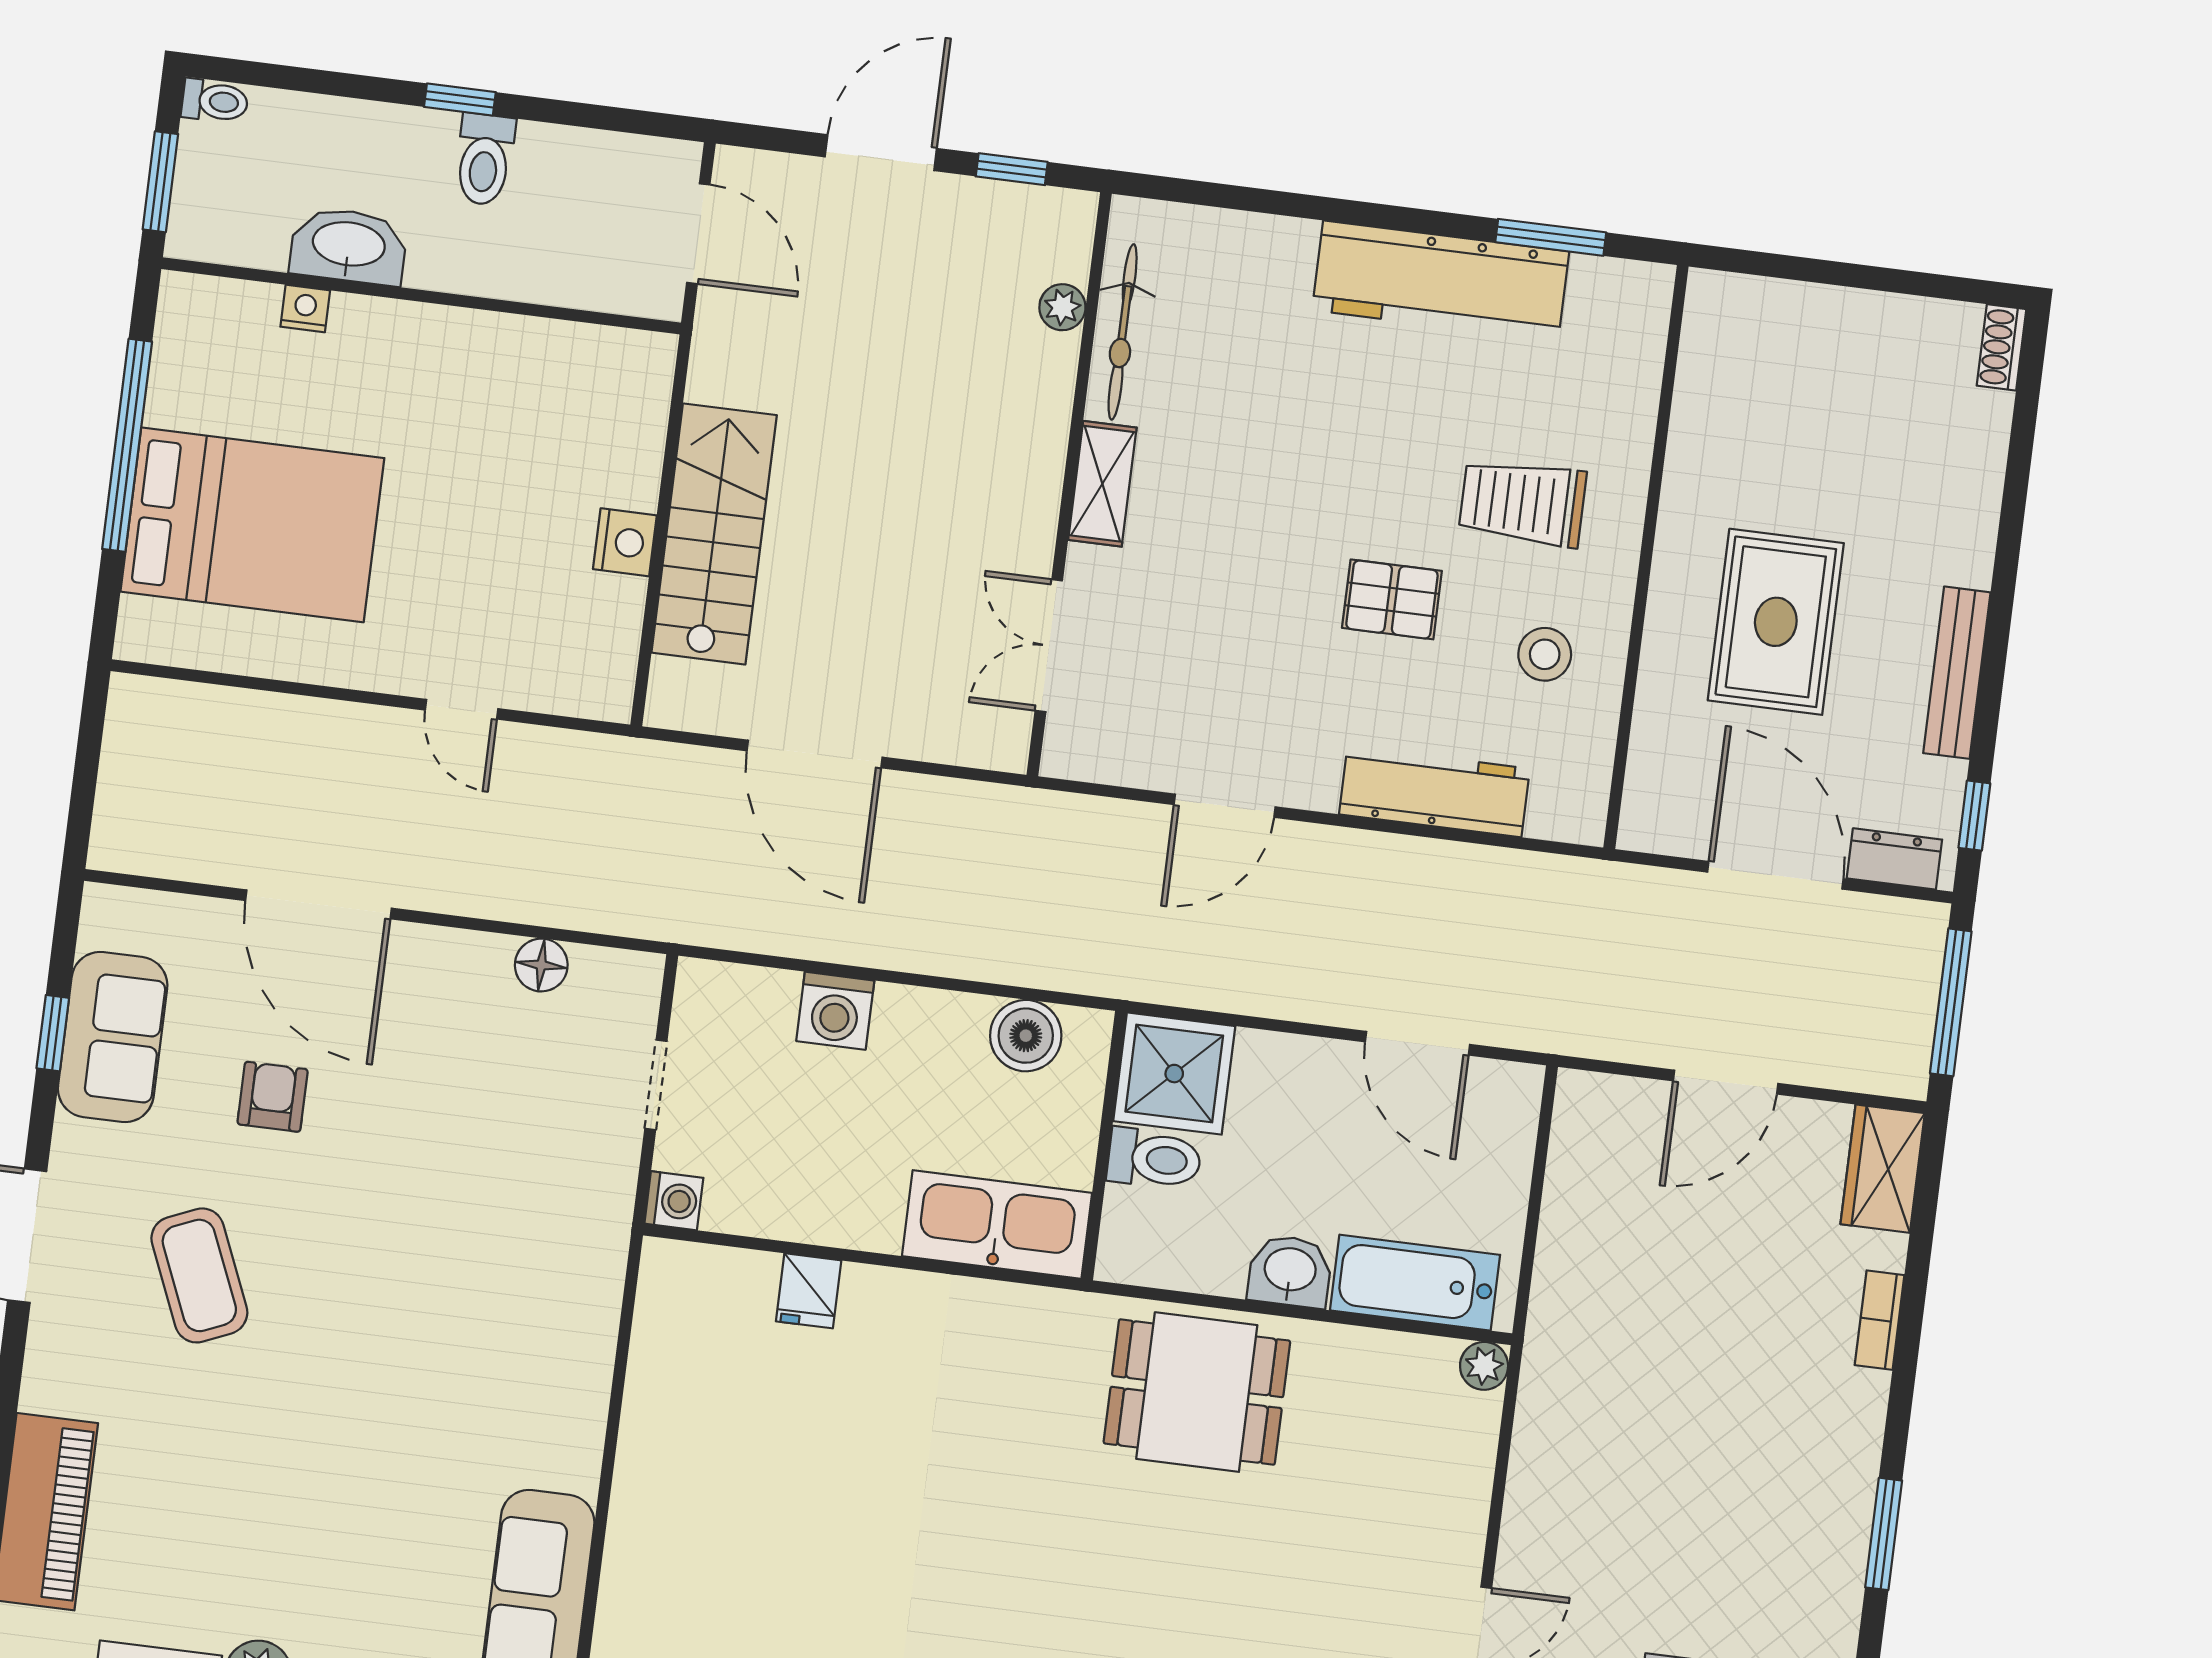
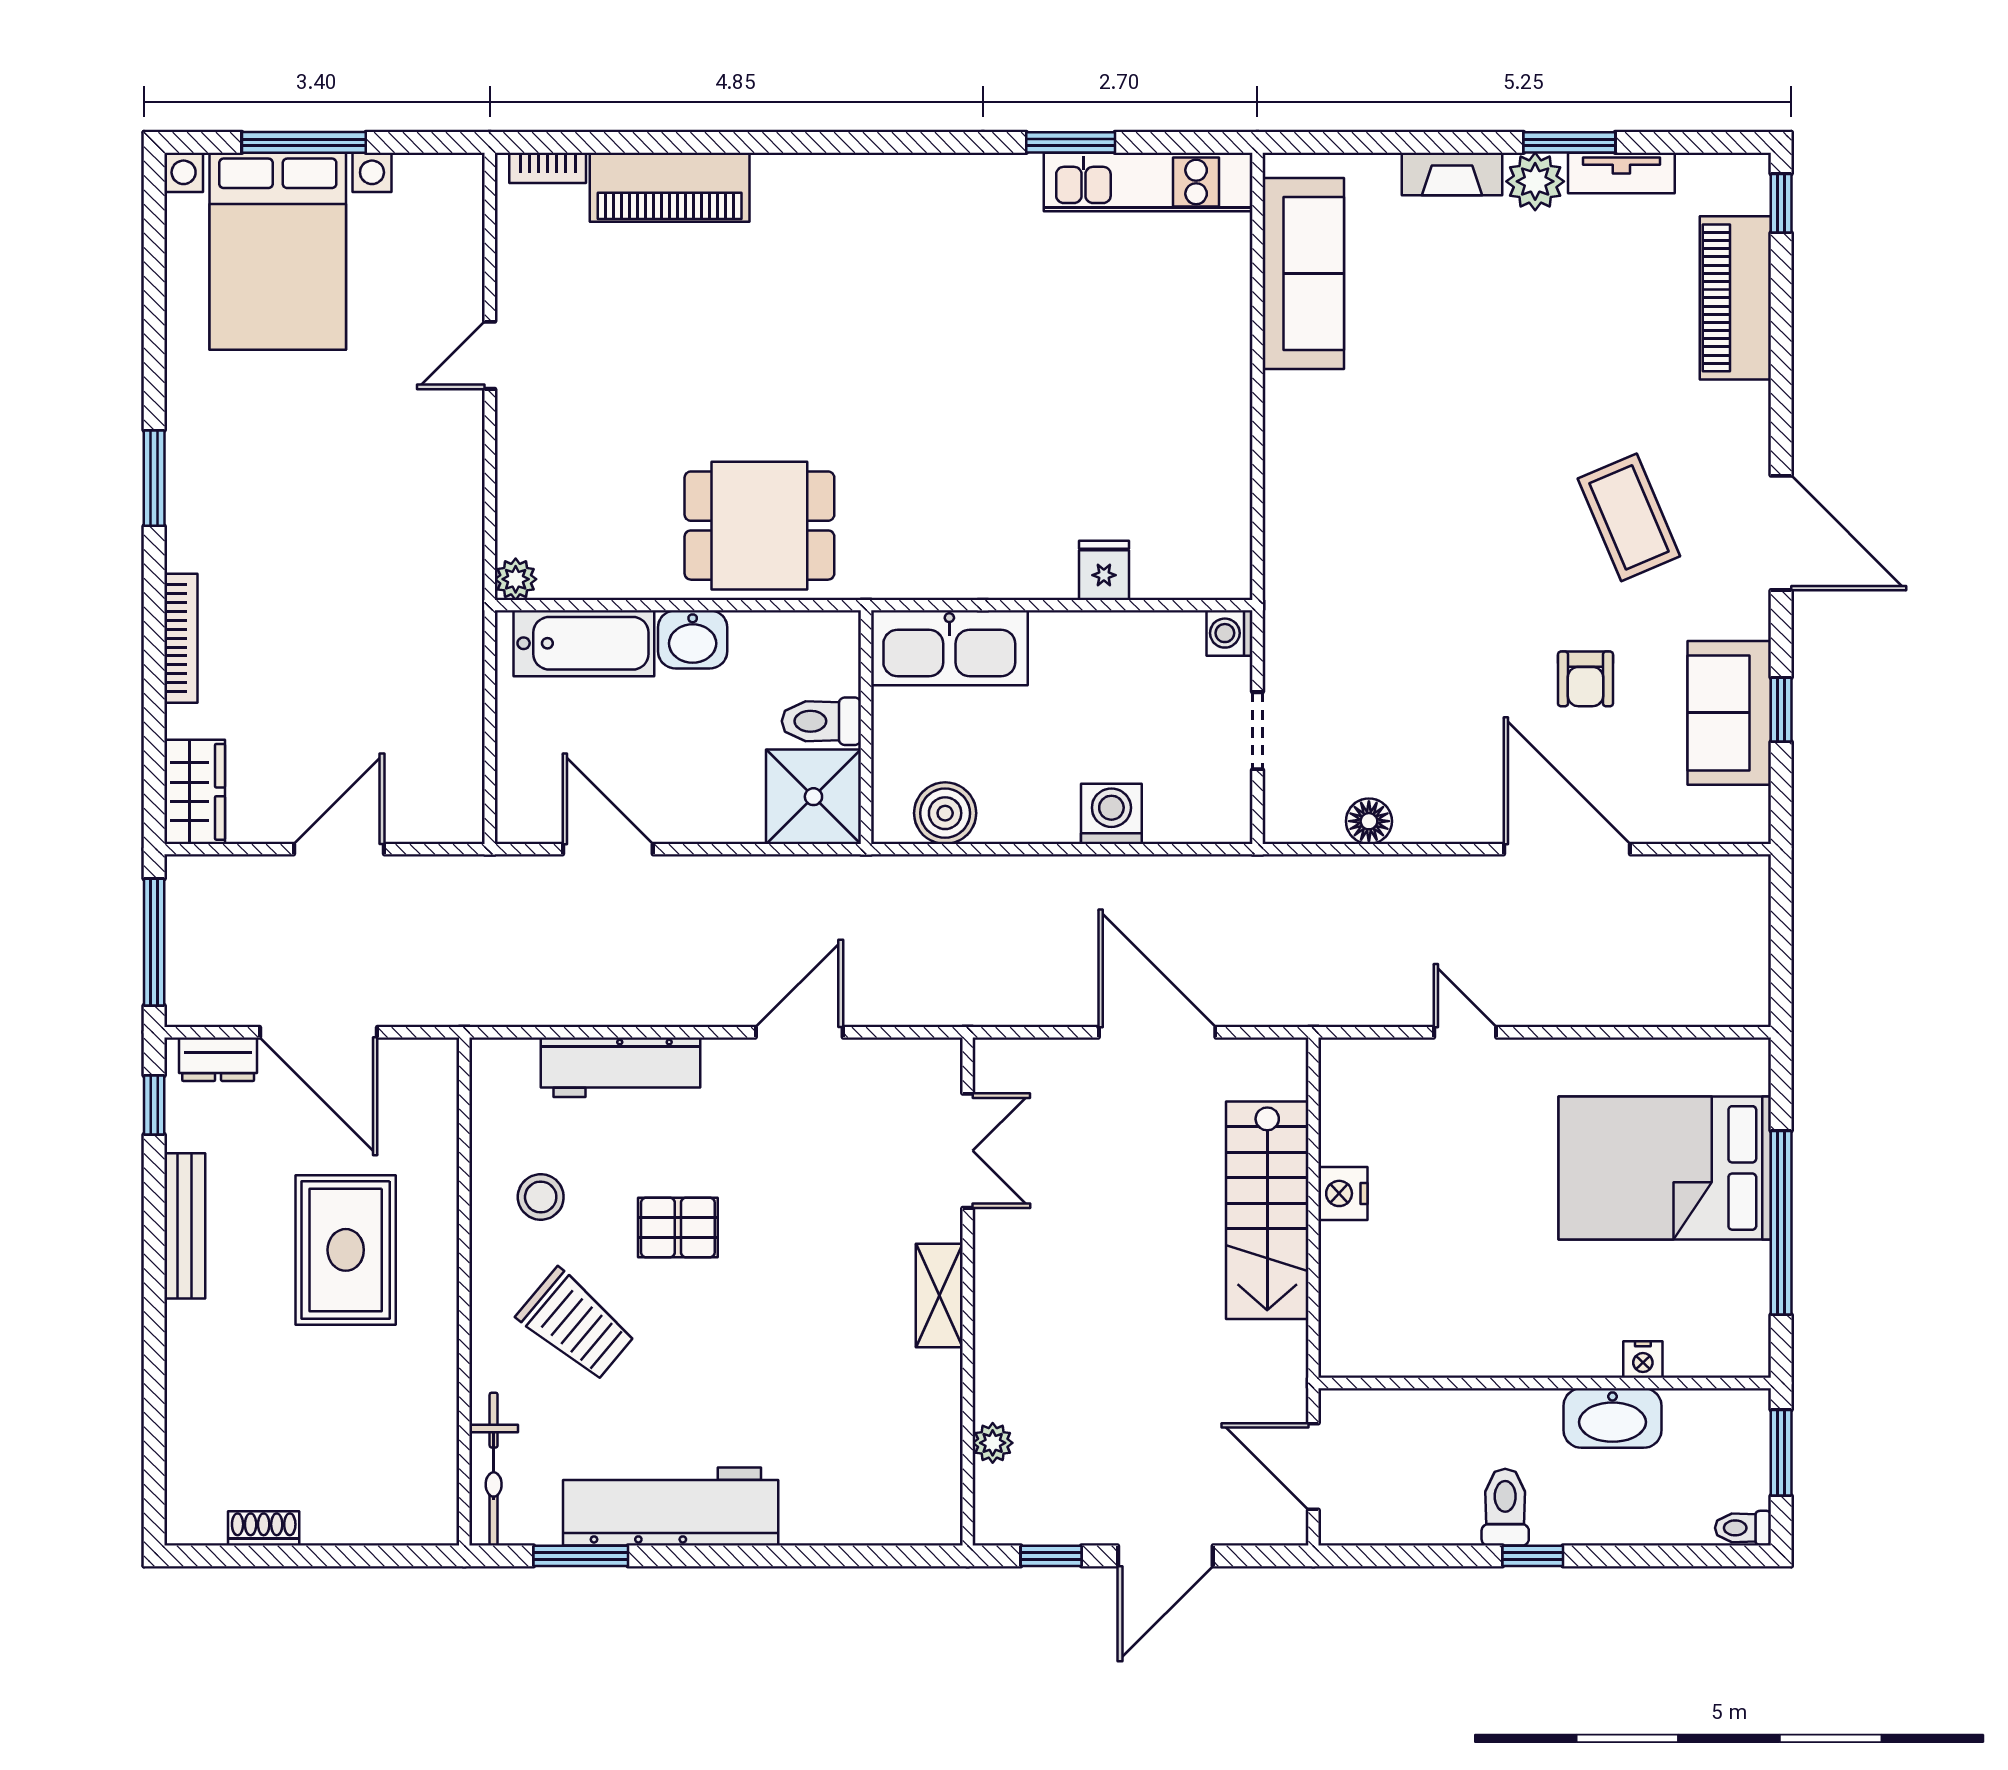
bicycle: (1123, 332) -> (494, 1469), moved, turned 180
shoe rack: (2002, 347) -> (264, 1528), moved, turned -90
trolley: (1523, 503) -> (576, 1325), turned 40
bookcase: (1880, 1320) -> (181, 638), width x1.56

